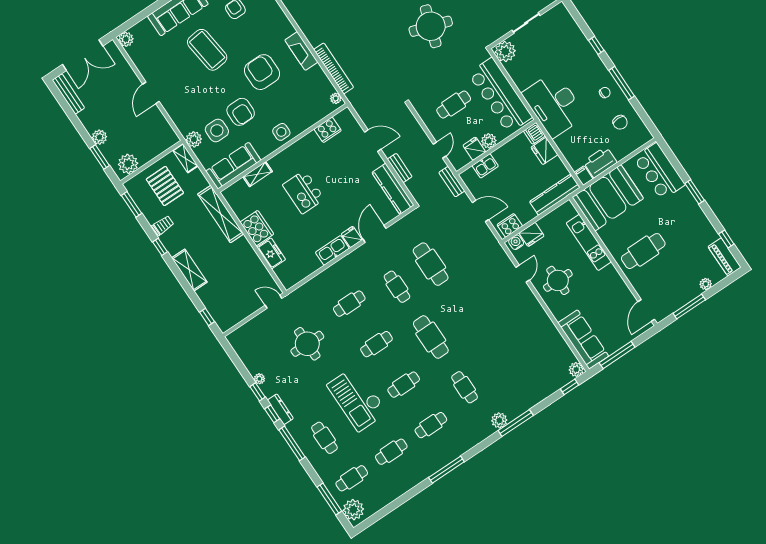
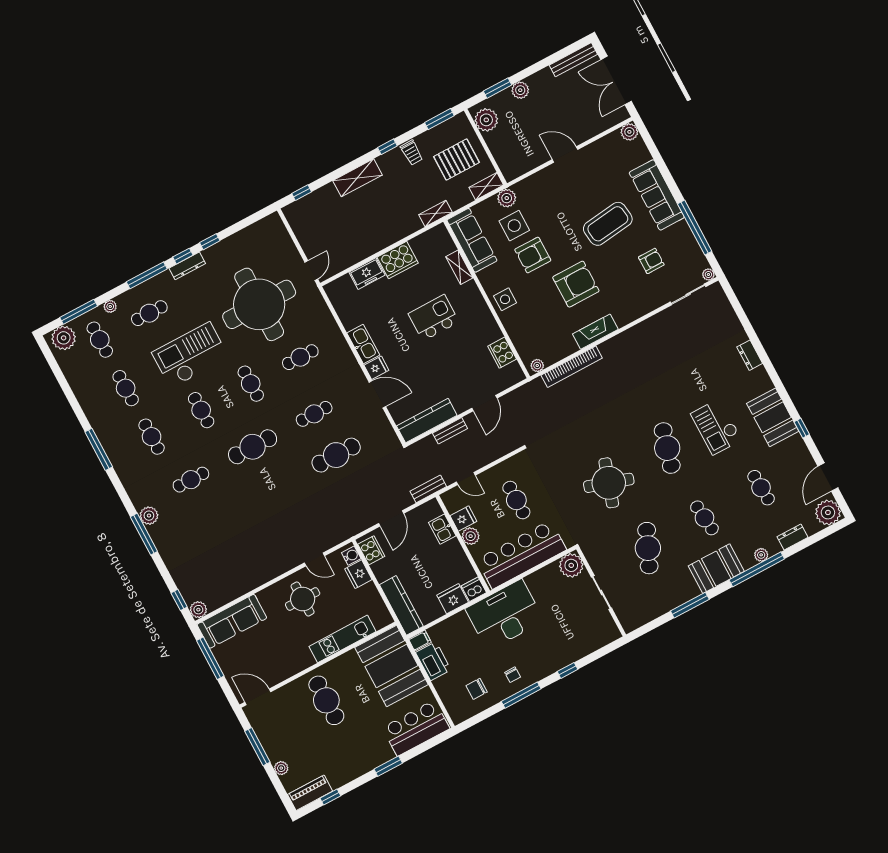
shelving: (221, 214) -> (435, 214), width x0.45, depth x0.75
cafe table: (349, 304) -> (300, 357), turned 90
round table: (307, 344) -> (259, 304), width x1.86, depth x1.86
plant: (259, 379) -> (110, 306), moved

